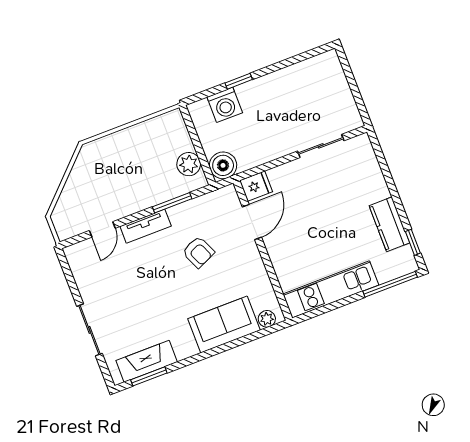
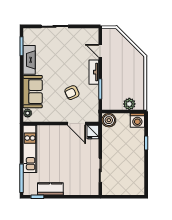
washing machine: (225, 105) -> (137, 120), moved, turned -90
plant: (189, 164) -> (129, 104), moved
fireplace: (147, 361) -> (29, 60), moved

